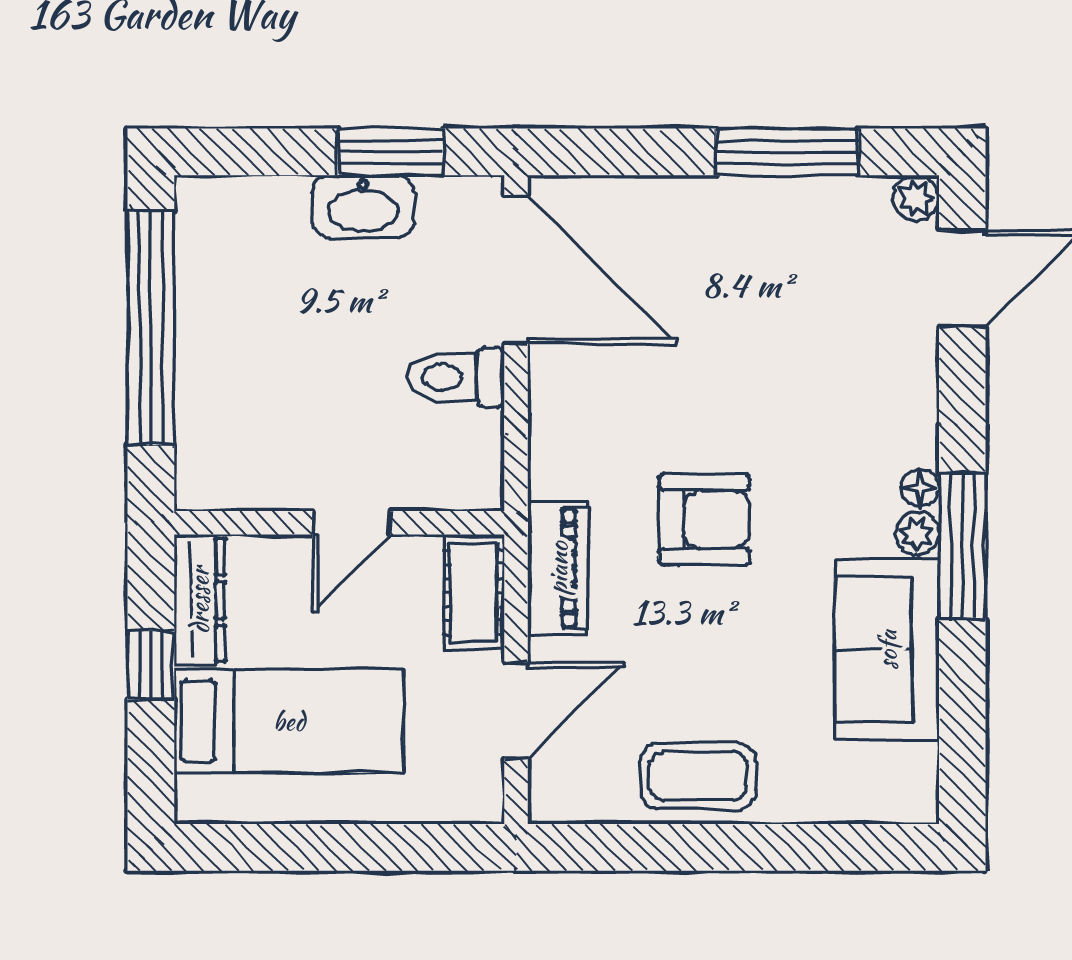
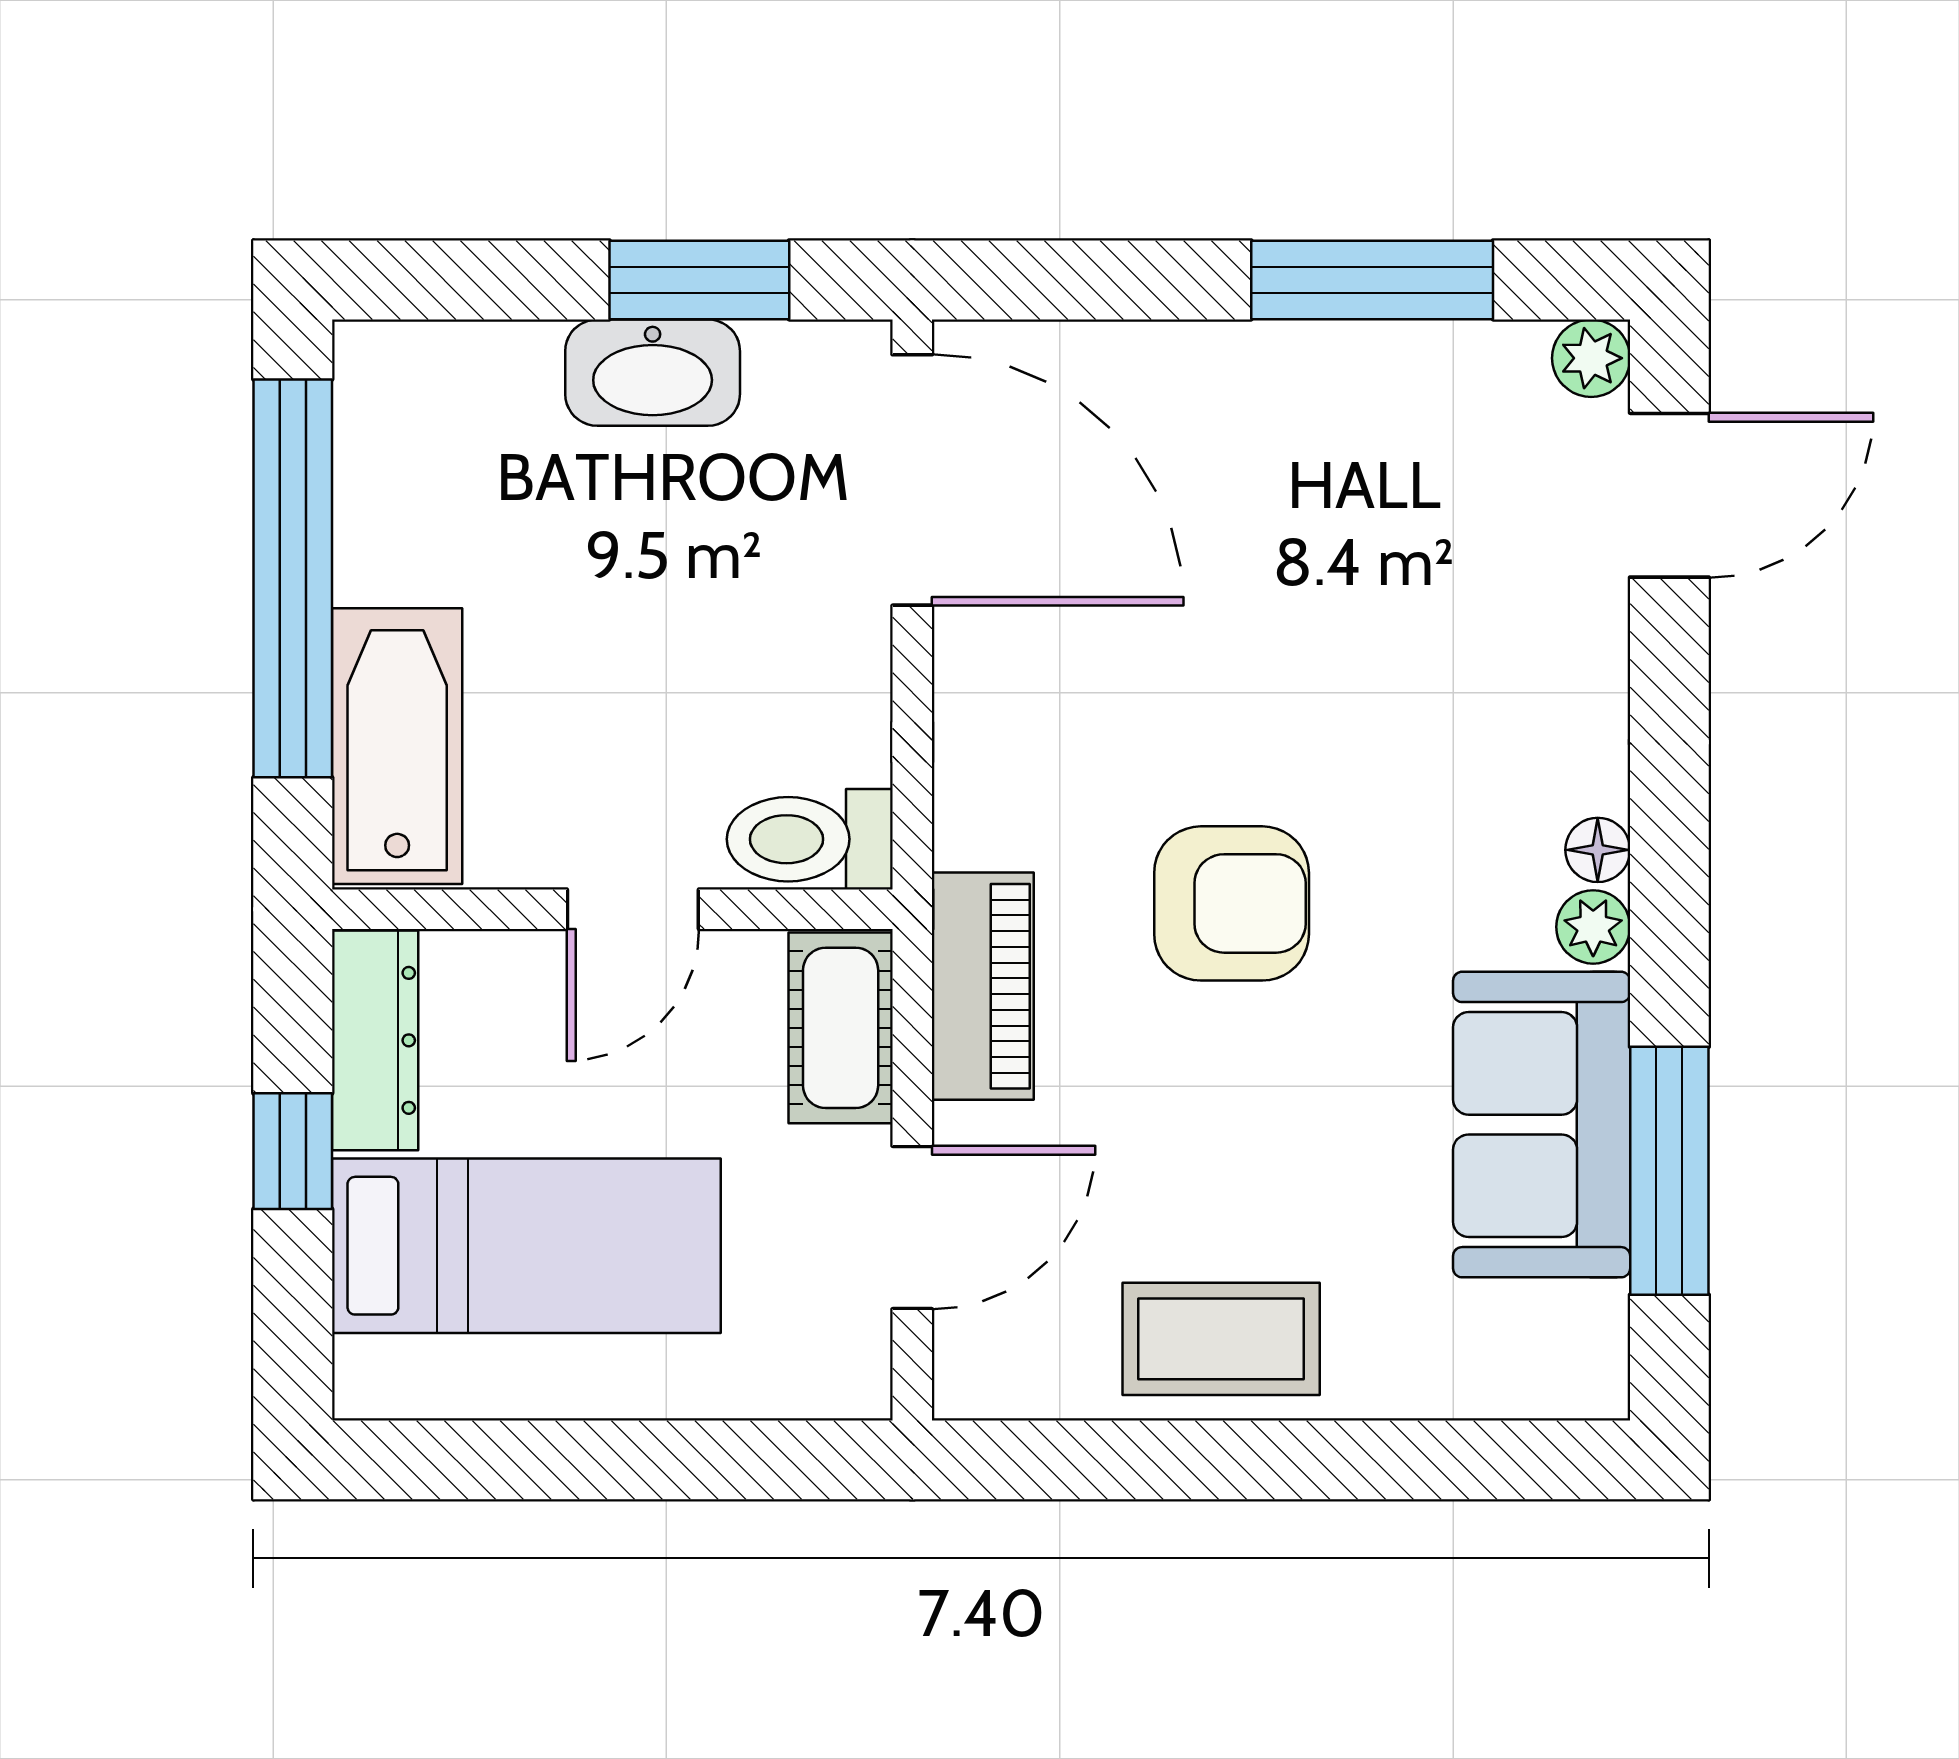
toilet: (456, 377) -> (810, 839), moved
bathtub: (212, 427) -> (397, 746), added
window: (962, 546) -> (1669, 1171), moved

